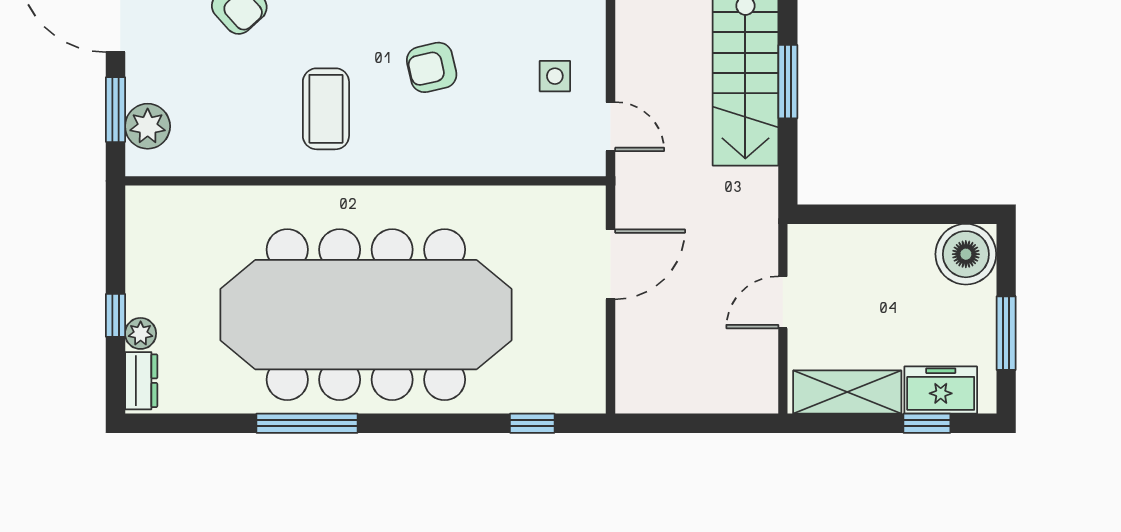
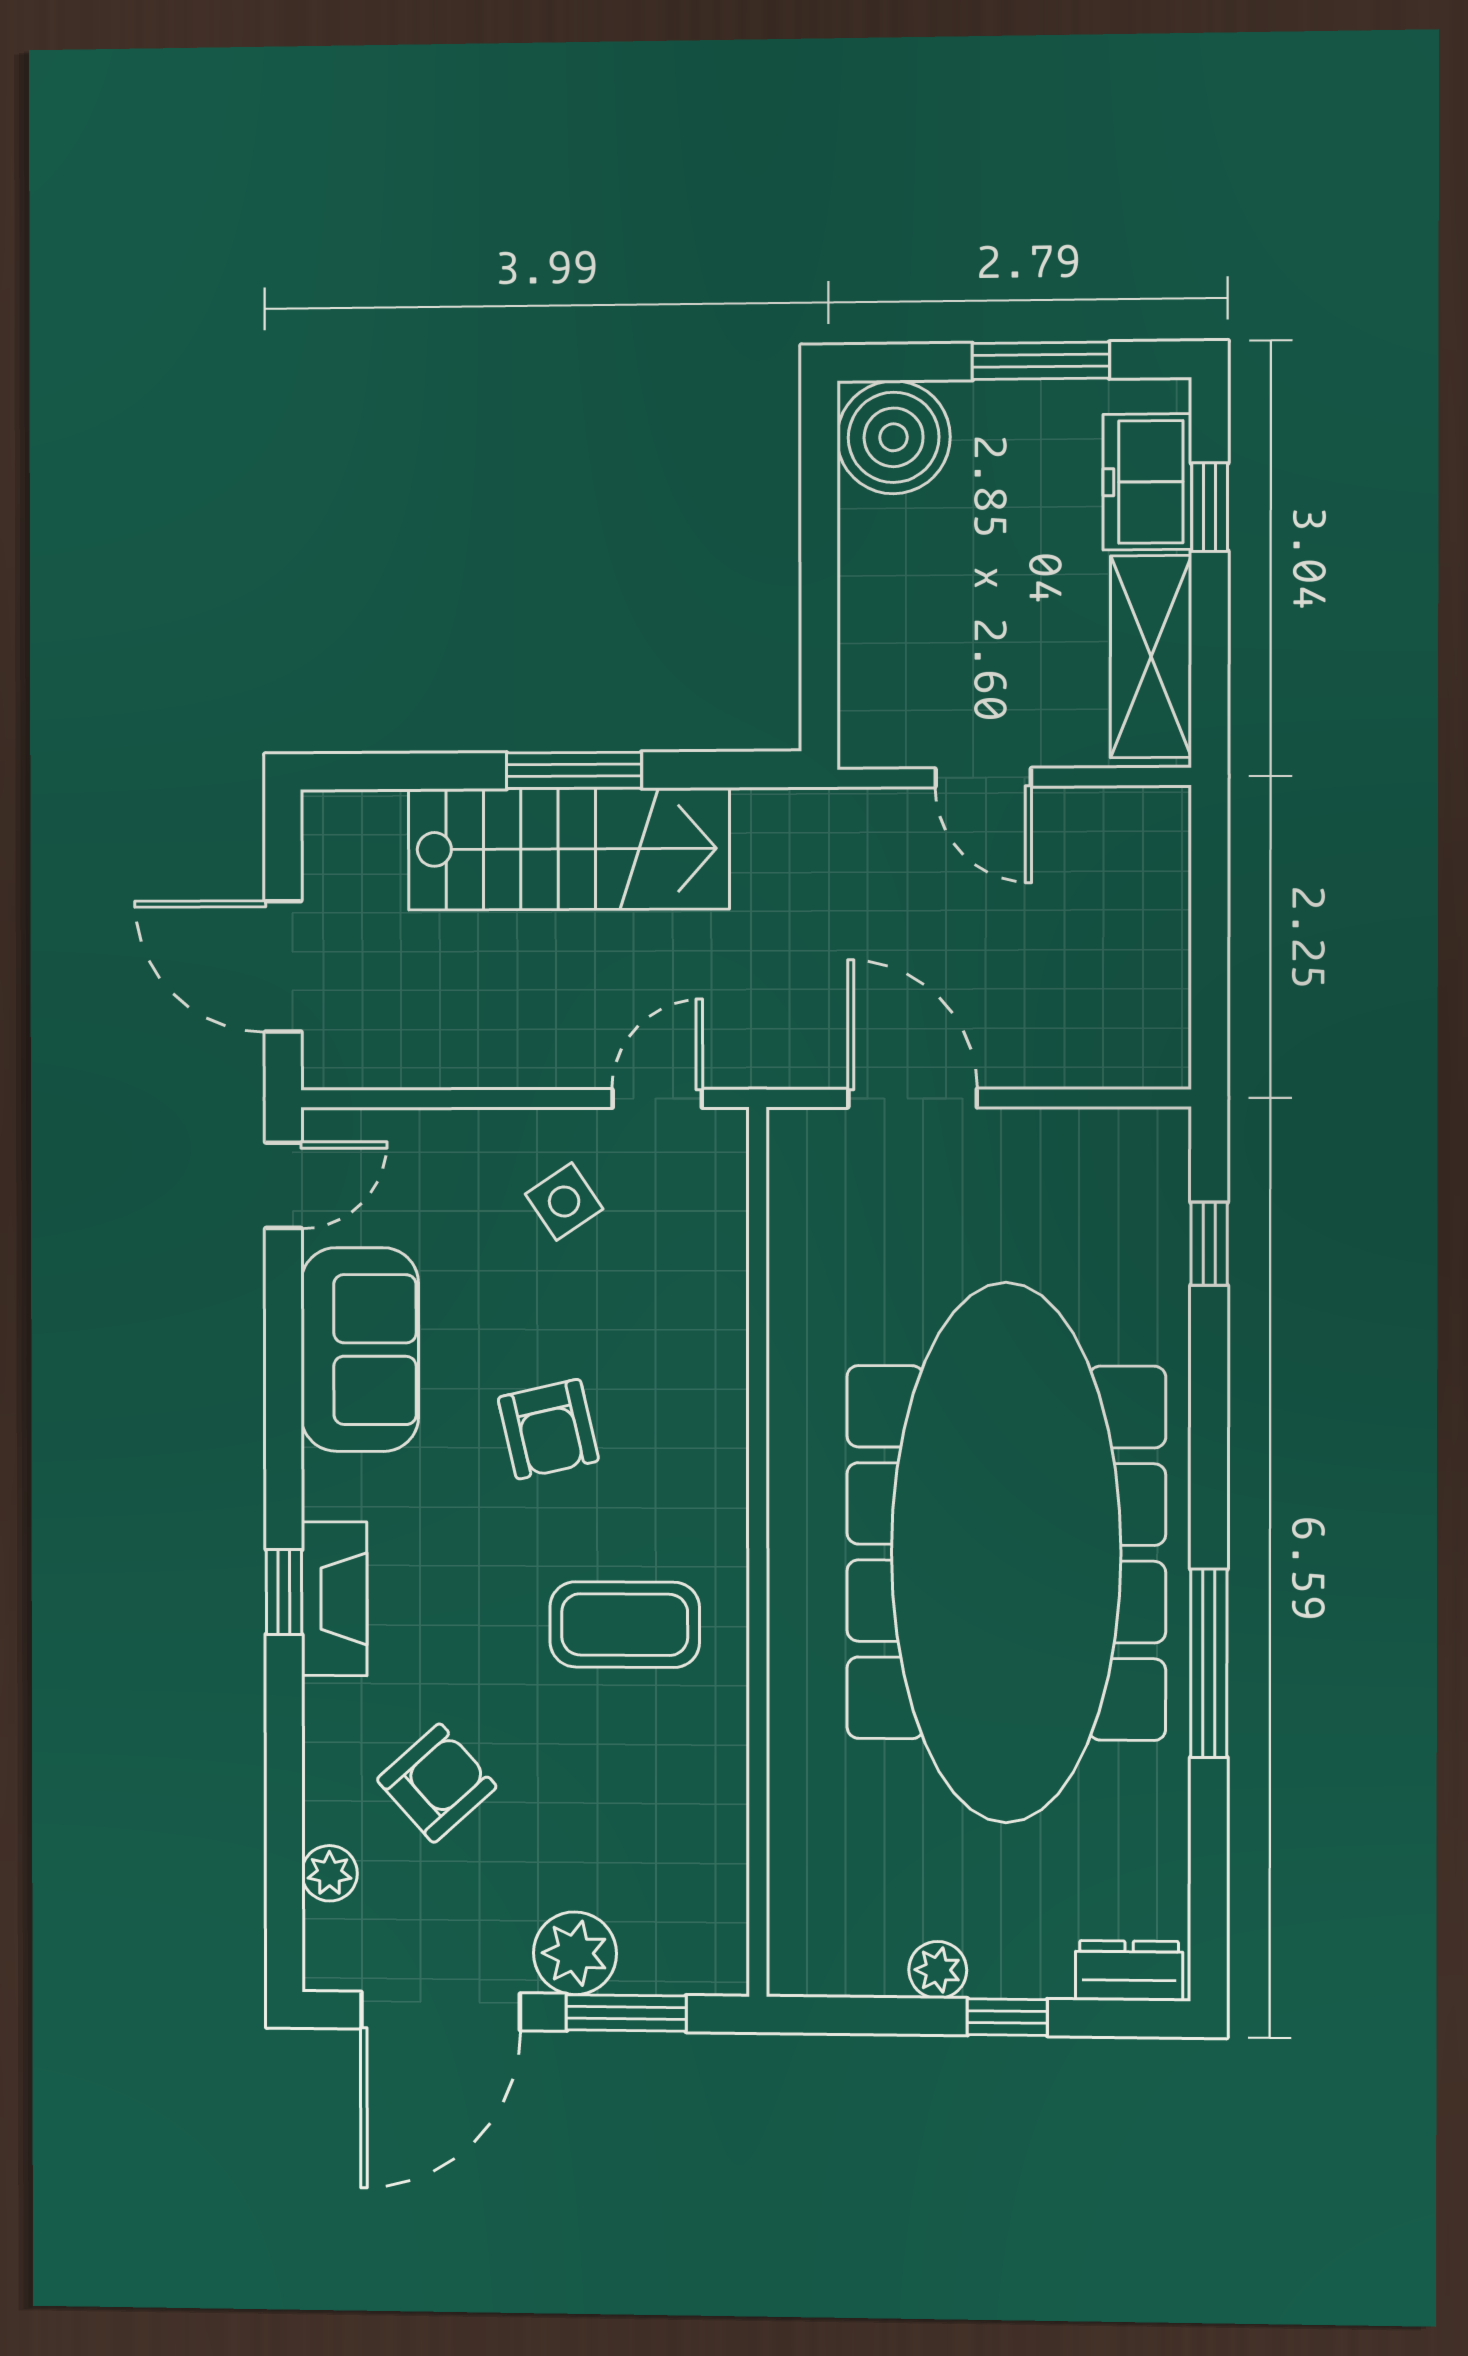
side table: (555, 76) -> (564, 1201), turned -34
plant: (148, 126) -> (575, 1953), moved
plant: (141, 333) -> (938, 1970), moved

